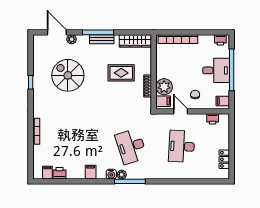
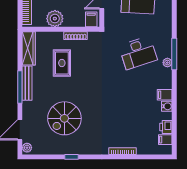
plant: (72, 39) -> (27, 148), moved
bench: (102, 39) -> (27, 83), width x1.36
plant: (164, 87) -> (55, 19), moved
water cooler: (111, 174) -> (167, 106), moved

